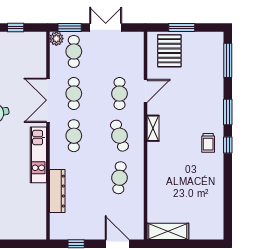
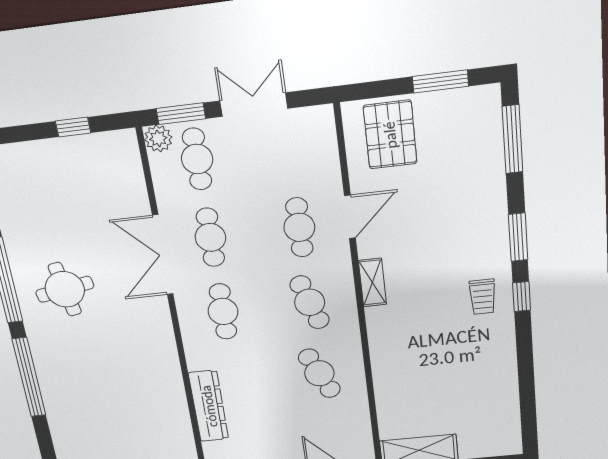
window: (182, 28) -> (440, 81), moved
kitchen unit: (38, 155) -> (163, 351), removed
cafe table: (119, 178) -> (319, 373), turned -30

